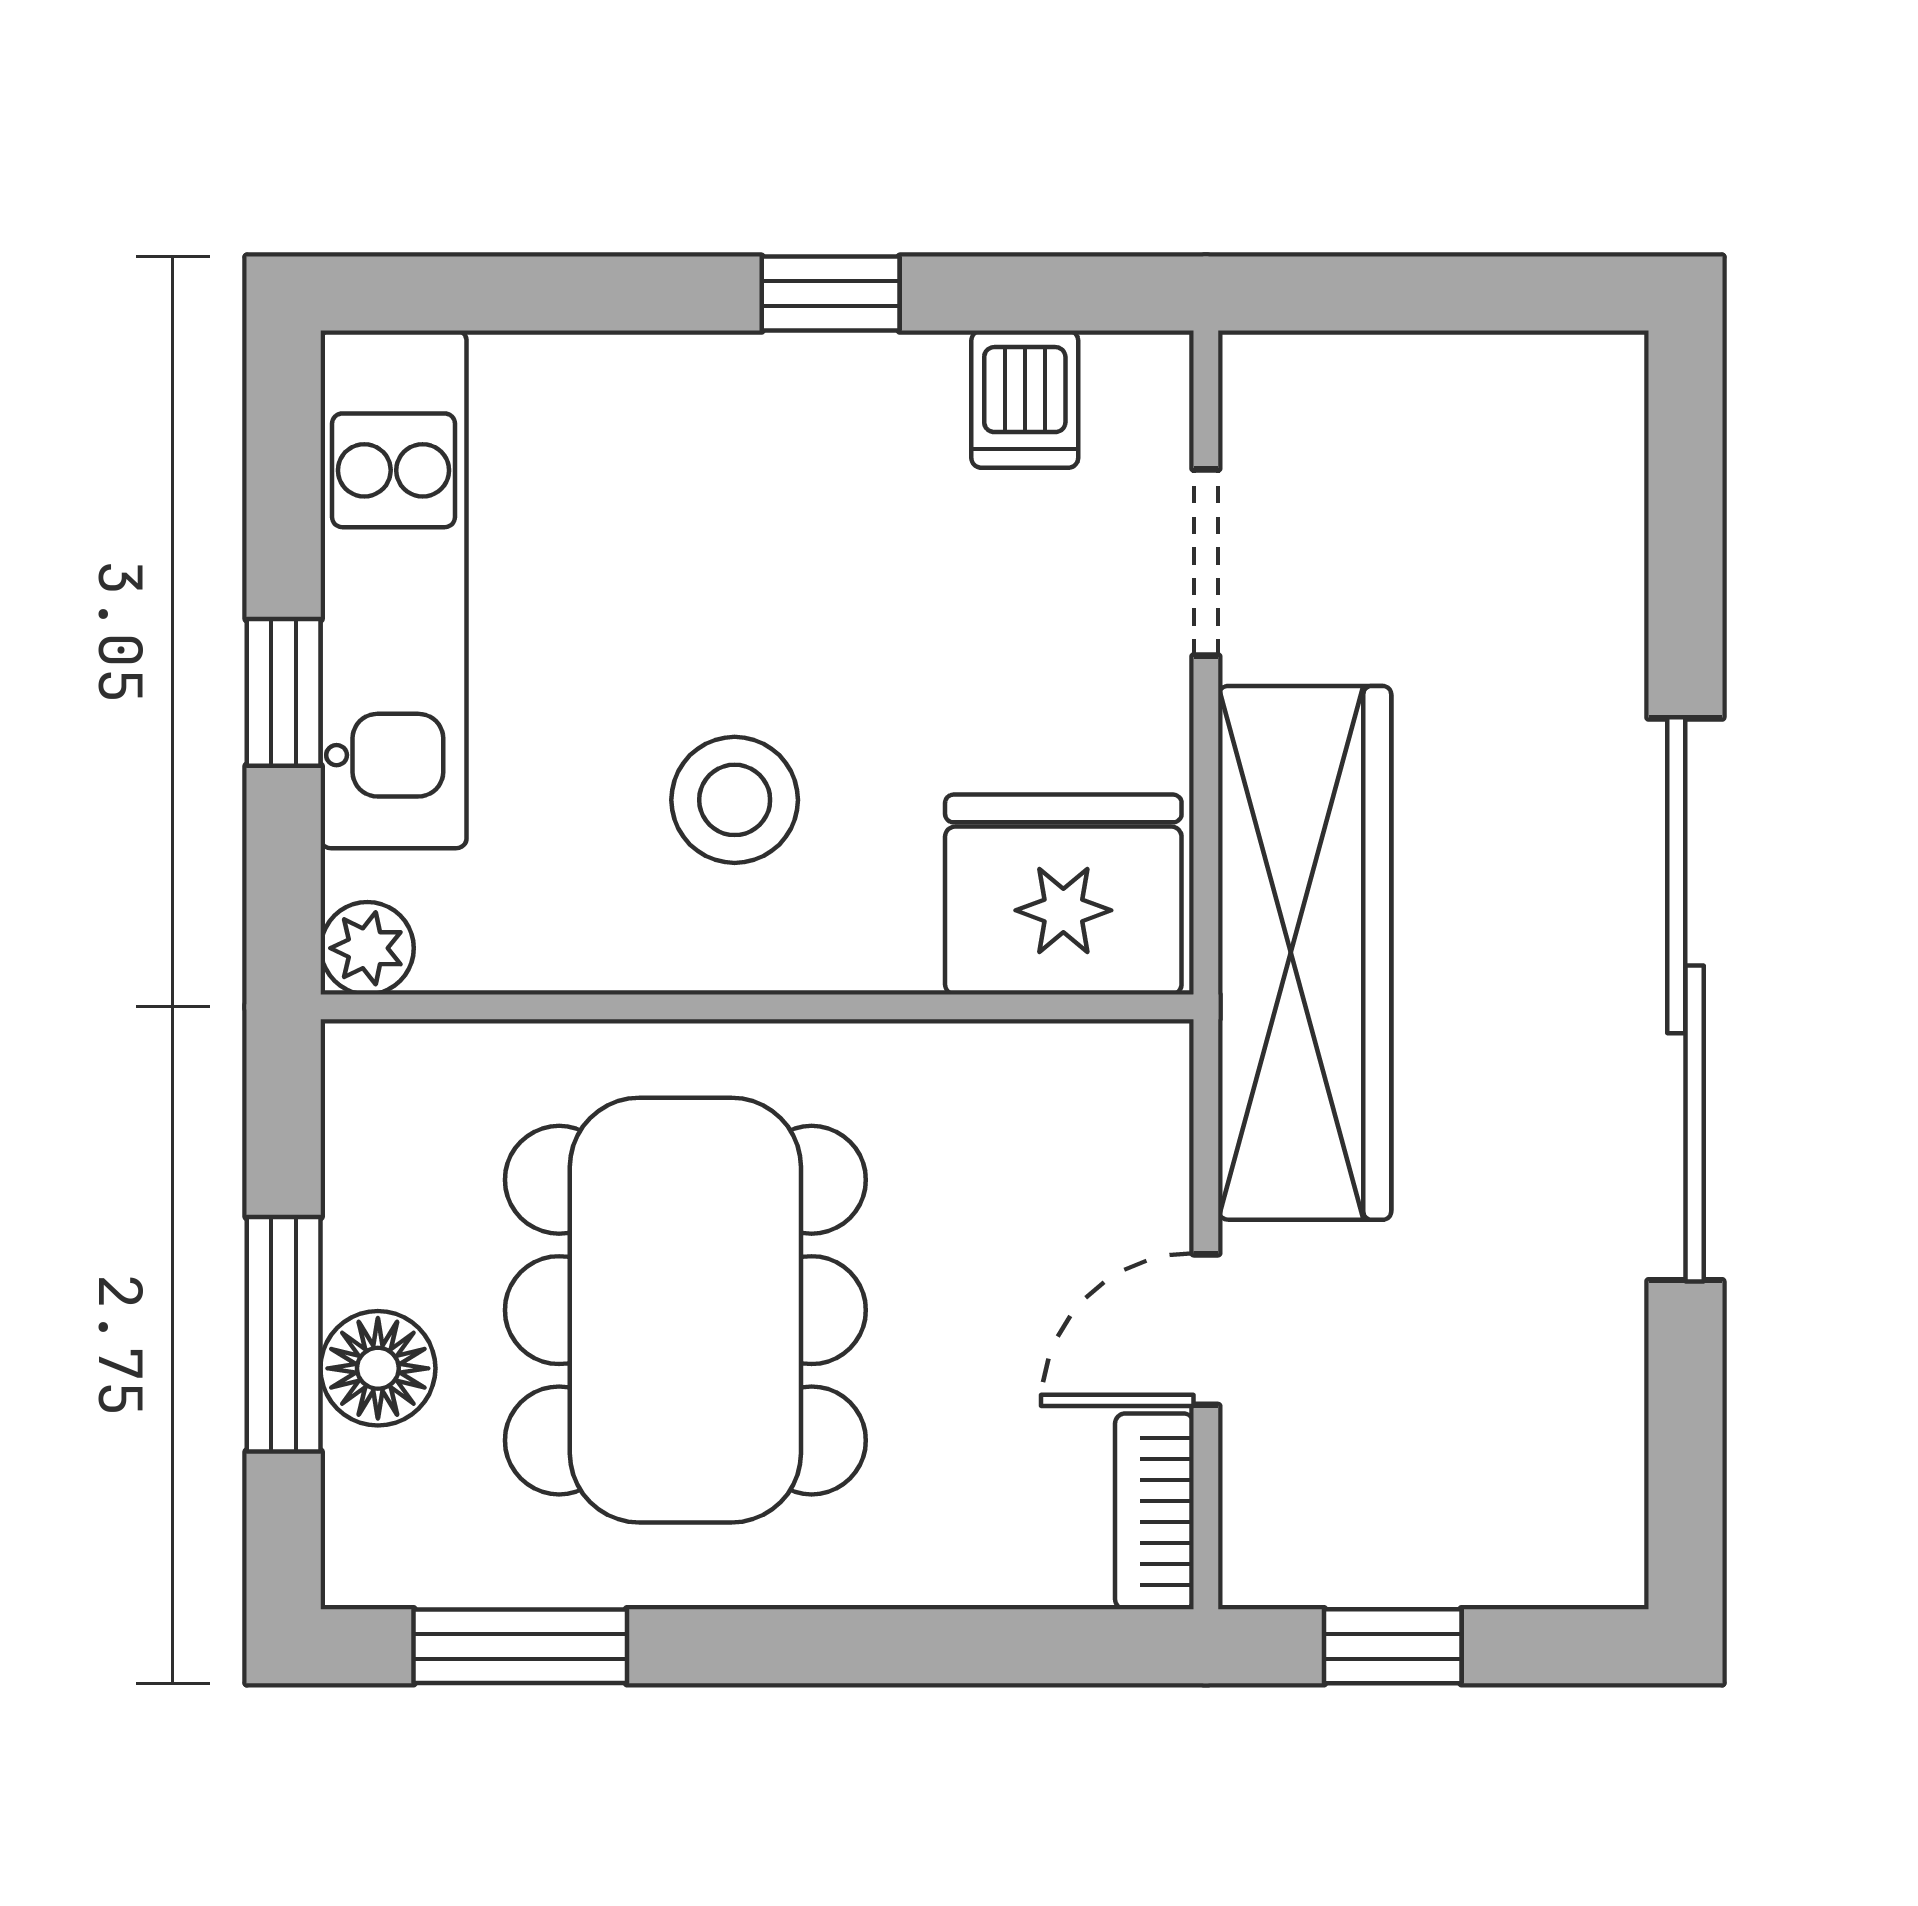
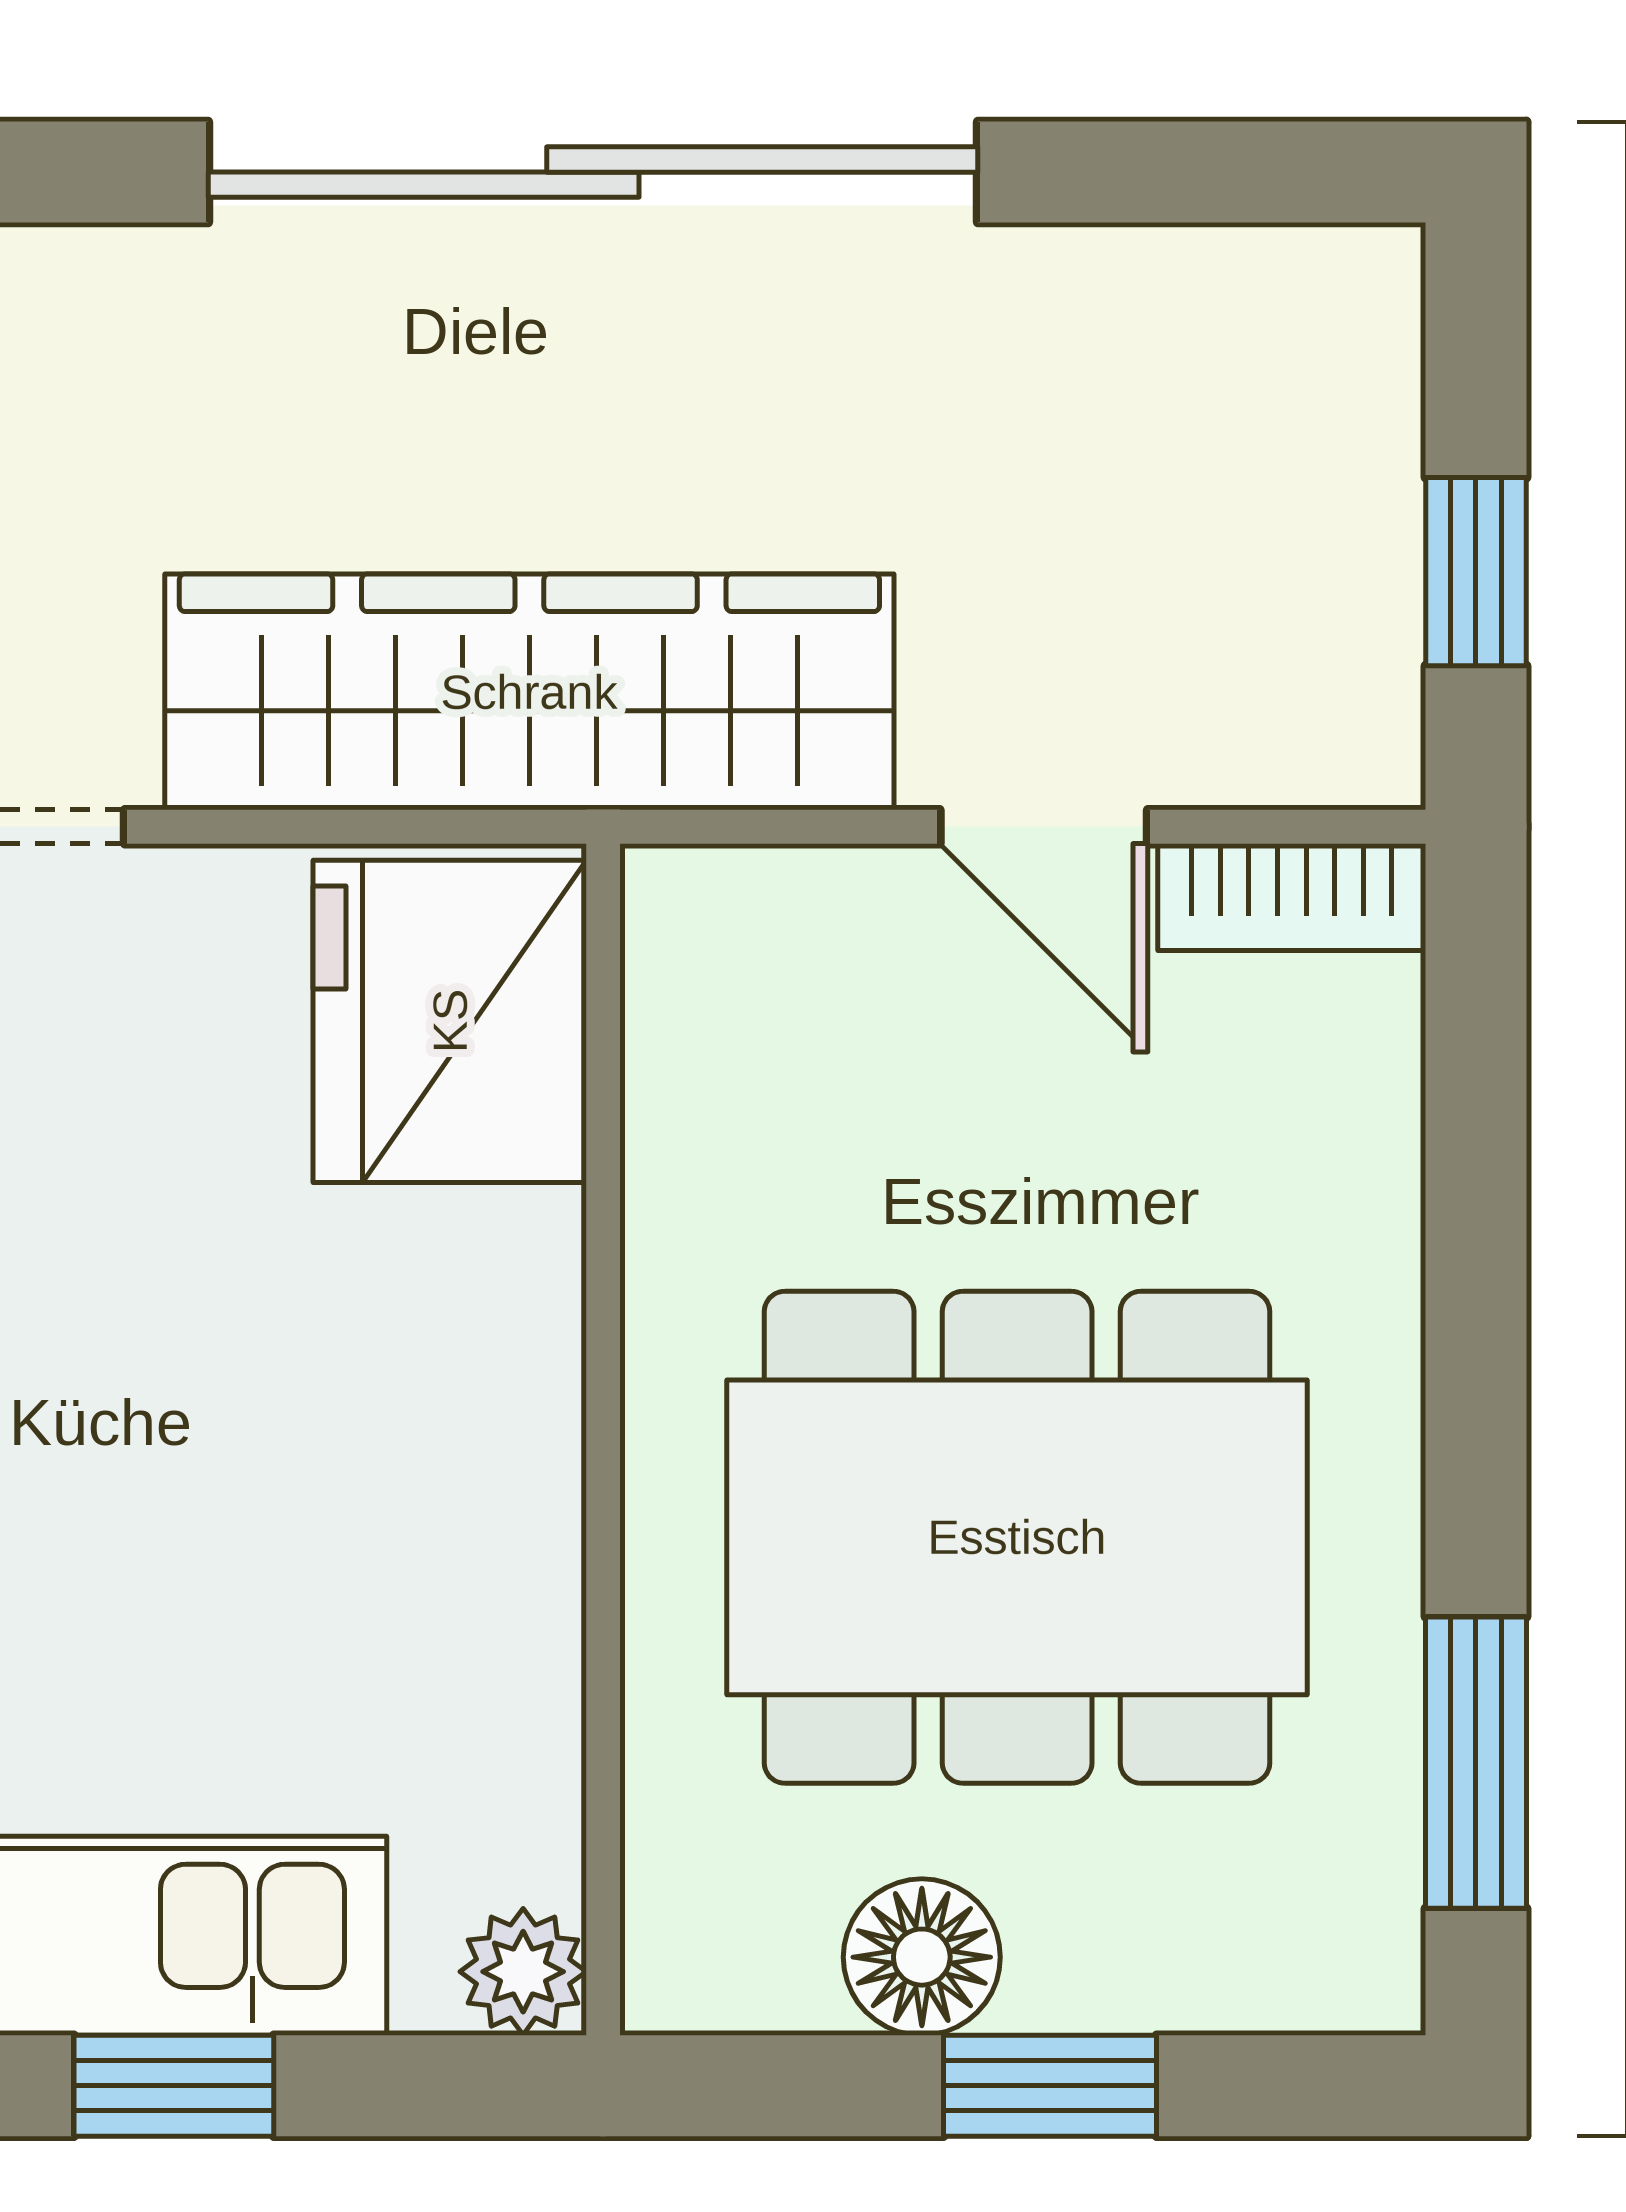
stool: (735, 800) -> (321, 1470), removed
window: (284, 1334) -> (1050, 2086), width x0.67
floor lamp: (378, 1368) -> (922, 1957), moved

